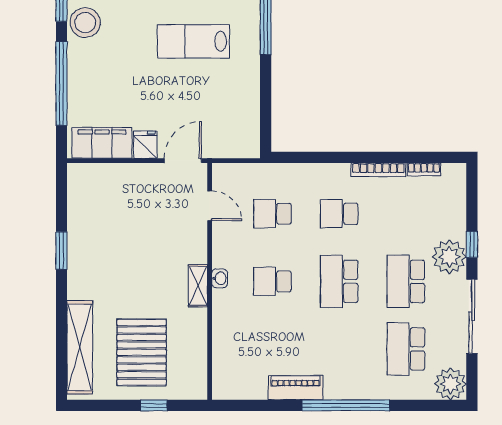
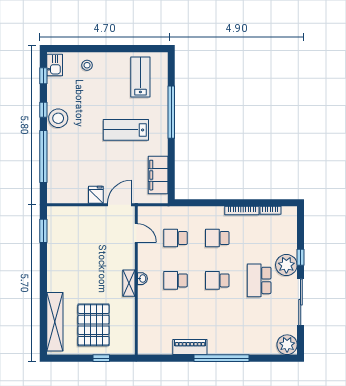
filing cabinet: (102, 143) -> (158, 175), moved, turned -90
window: (62, 251) -> (43, 231), moved
school desk: (339, 281) -> (217, 280), width x0.54
school desk: (406, 349) -> (259, 323), removed

